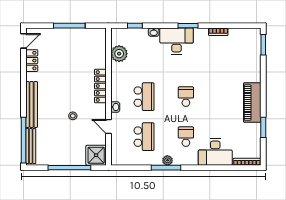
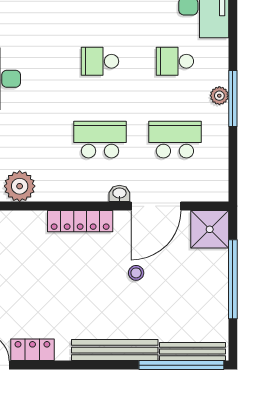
door: (108, 127) -> (156, 206), width x1.88

